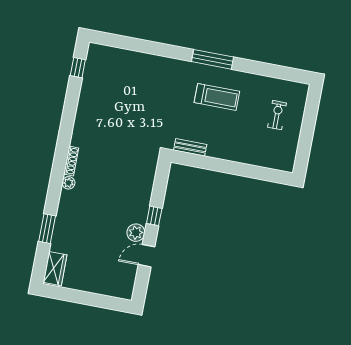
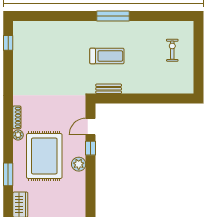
treadmill: (217, 97) -> (107, 56), moved
rug: (96, 215) -> (44, 156), added
door: (147, 256) -> (91, 127), moved

